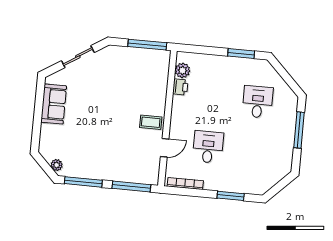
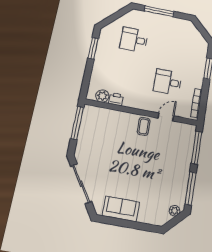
sliding door: (78, 57) -> (81, 184), width x1.37
door: (165, 148) -> (166, 117), hinge flipped

